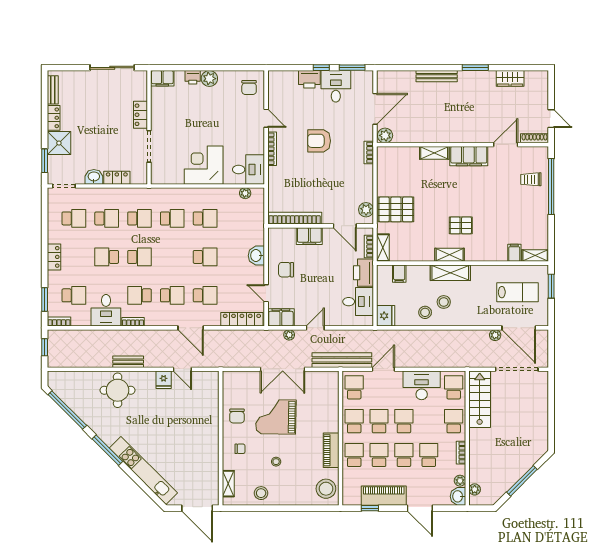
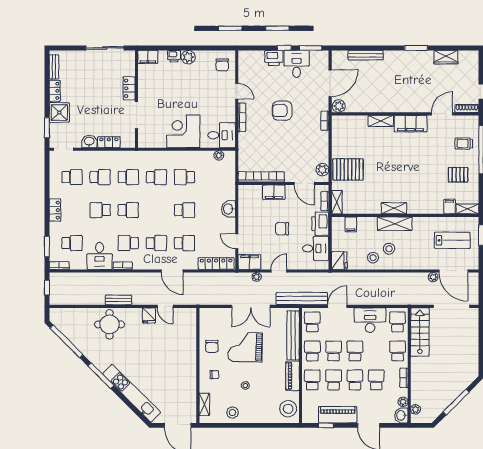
bench: (437, 76) -> (366, 55), moved
school desk: (205, 218) -> (185, 177), turned 180
pallet: (461, 225) -> (458, 175), moved
chair: (286, 270) -> (282, 229), moved
bench: (332, 403) -> (293, 335), added

